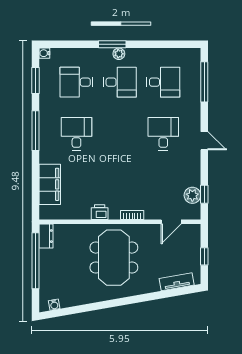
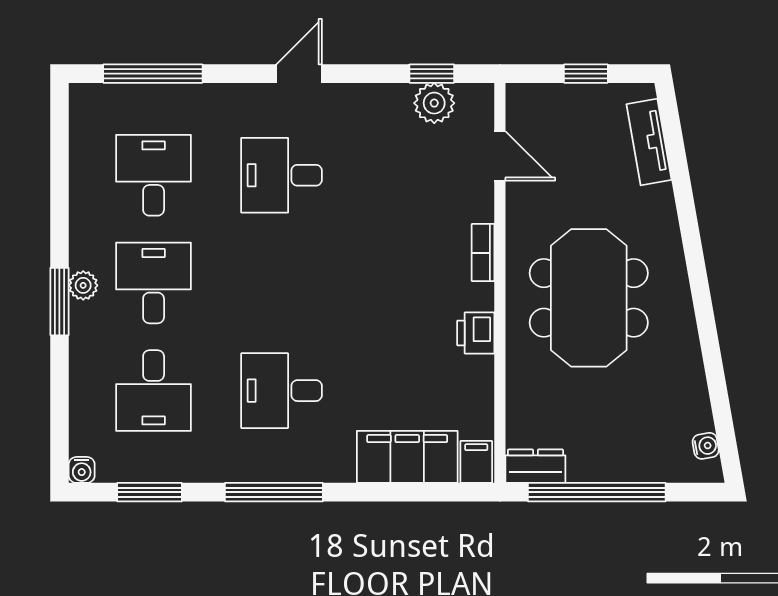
filing cabinet: (48, 212) -> (476, 462), added
meeting table: (114, 258) -> (589, 298), turned 90

